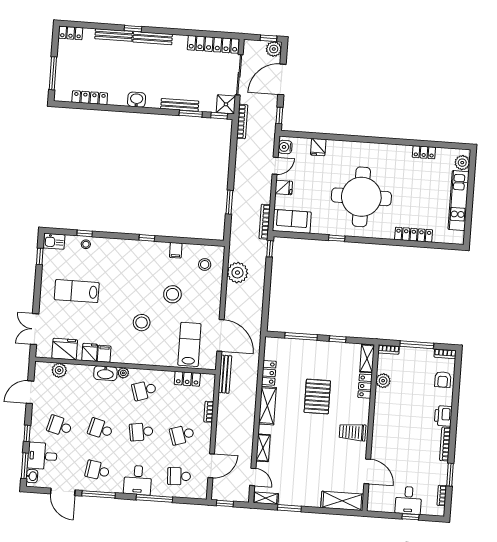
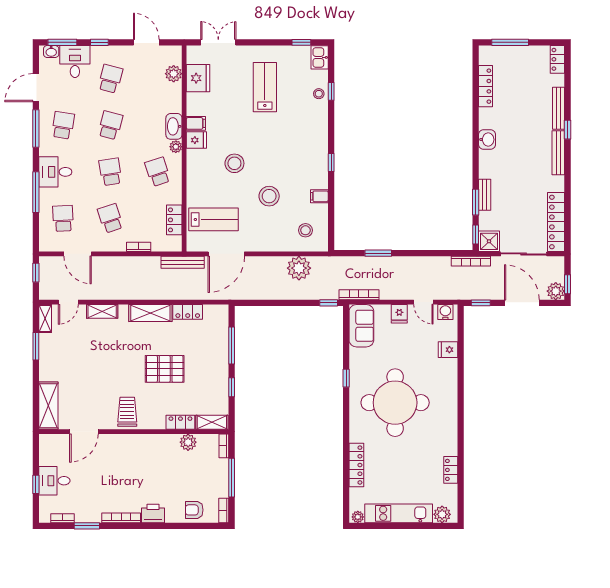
bench: (180, 105) -> (485, 195), width x0.73
plant: (459, 237) -> (358, 517), added
fridge: (90, 352) -> (196, 140), moved

